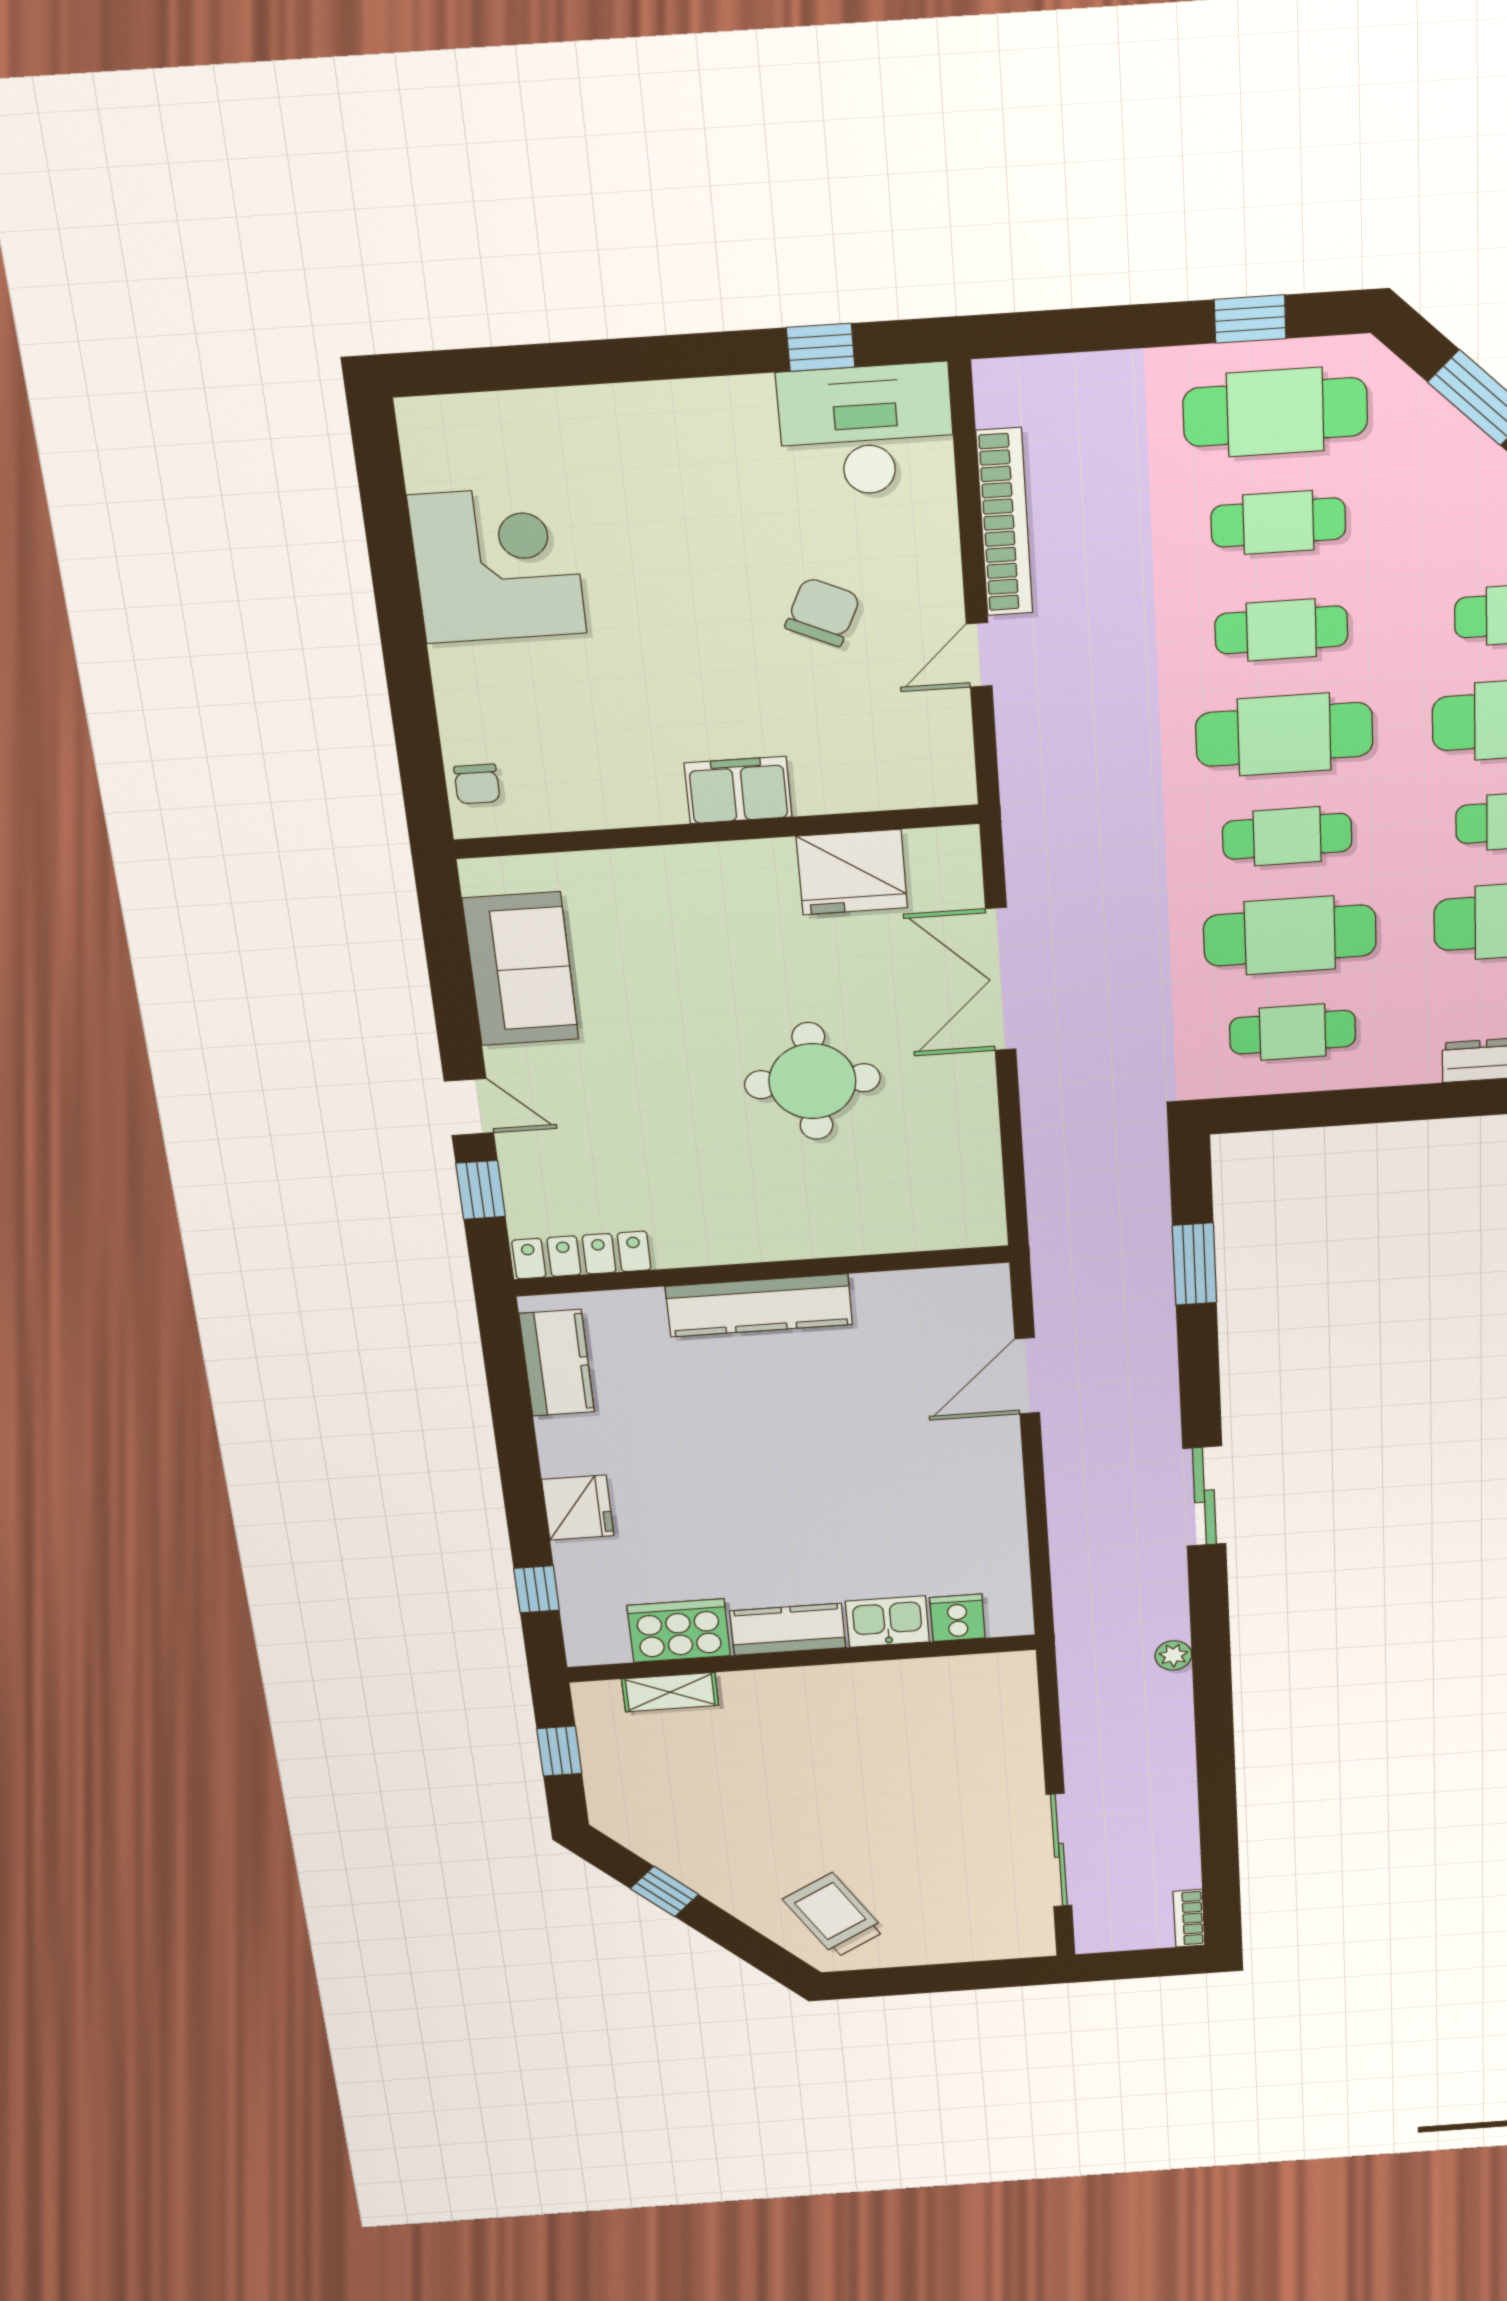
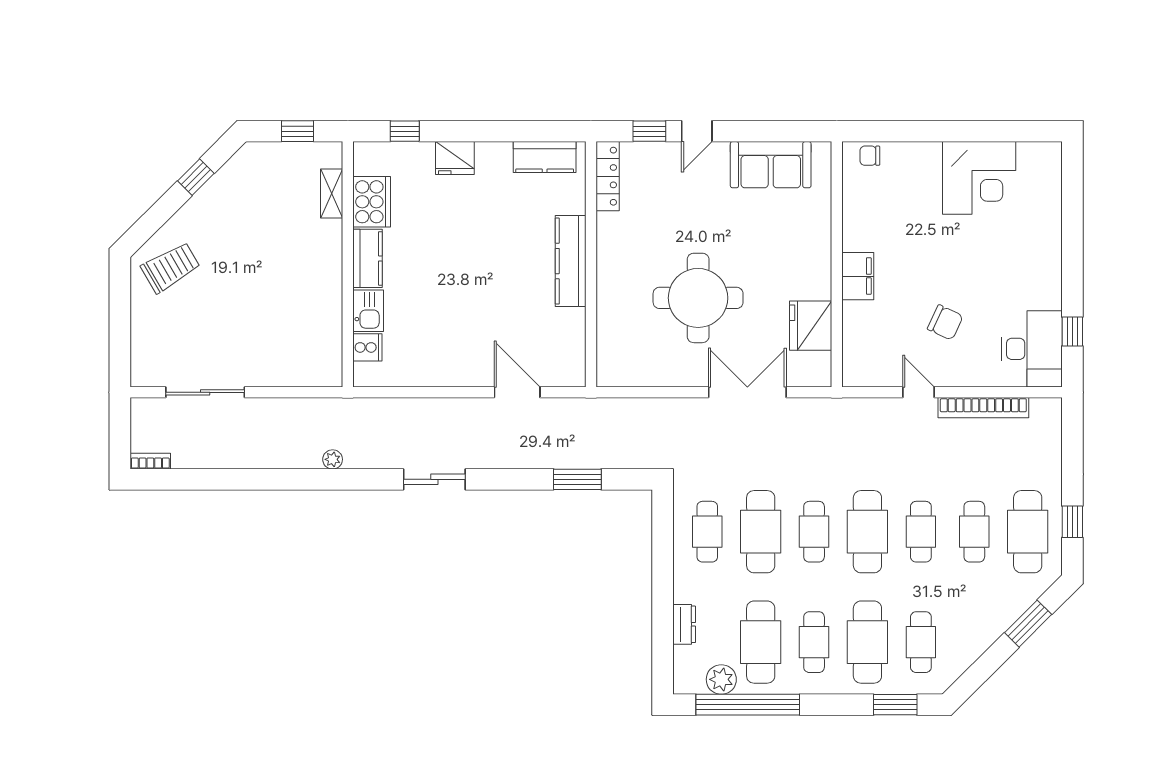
round table: (812, 1081) -> (698, 298), width x1.36, depth x1.36

